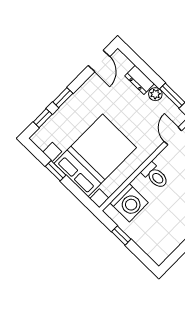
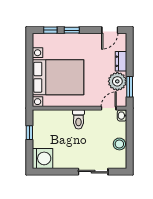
plant: (155, 94) -> (117, 81), width x1.87, depth x1.87
window: (56, 171) -> (29, 64), removed
washing machine: (129, 203) -> (43, 158), moved, turned -90

